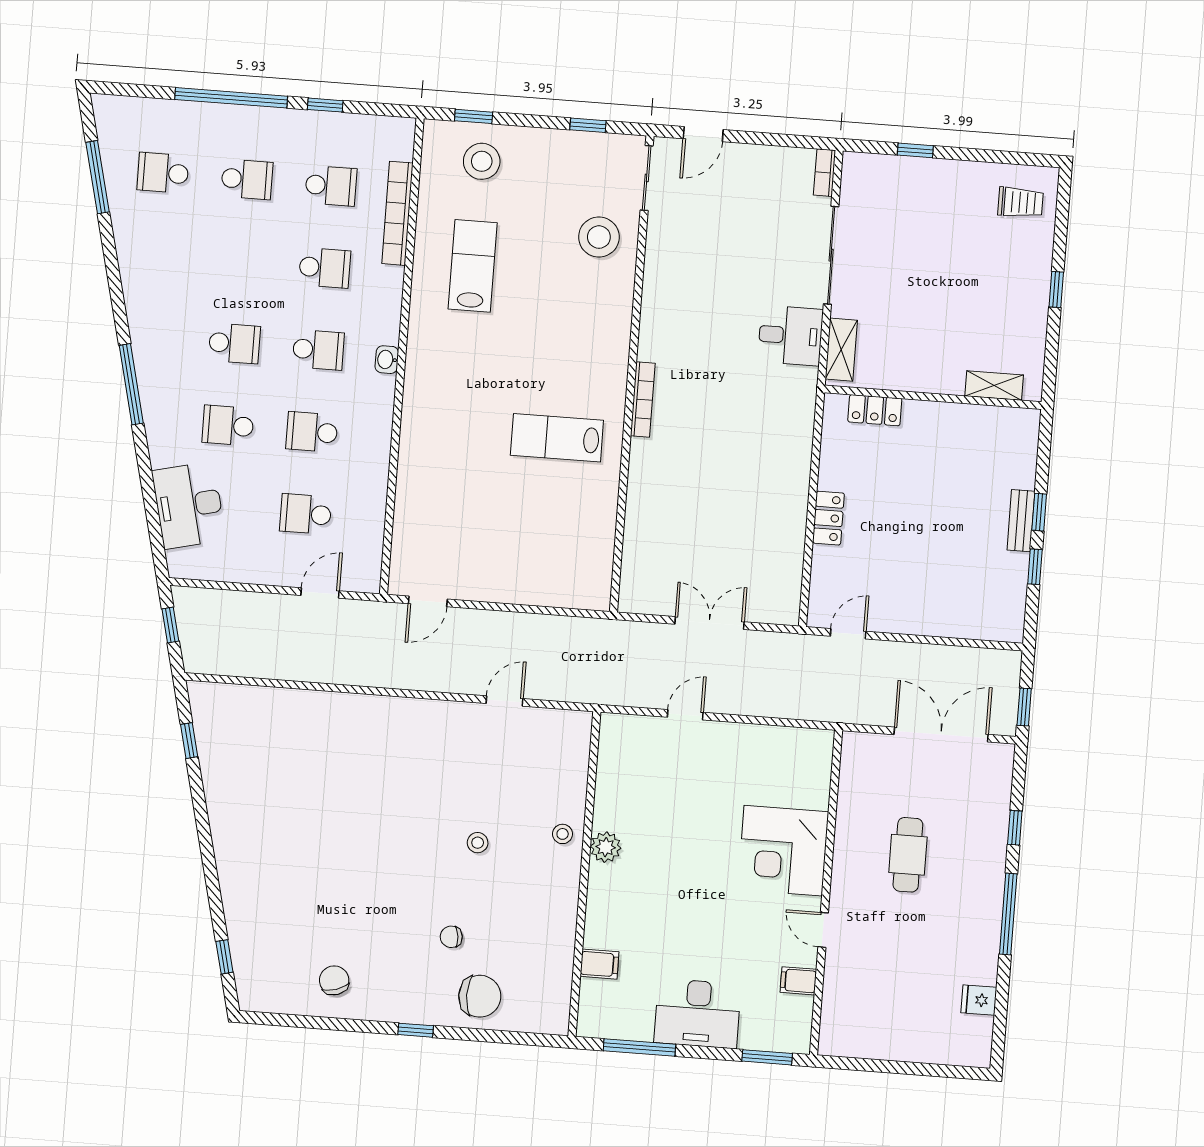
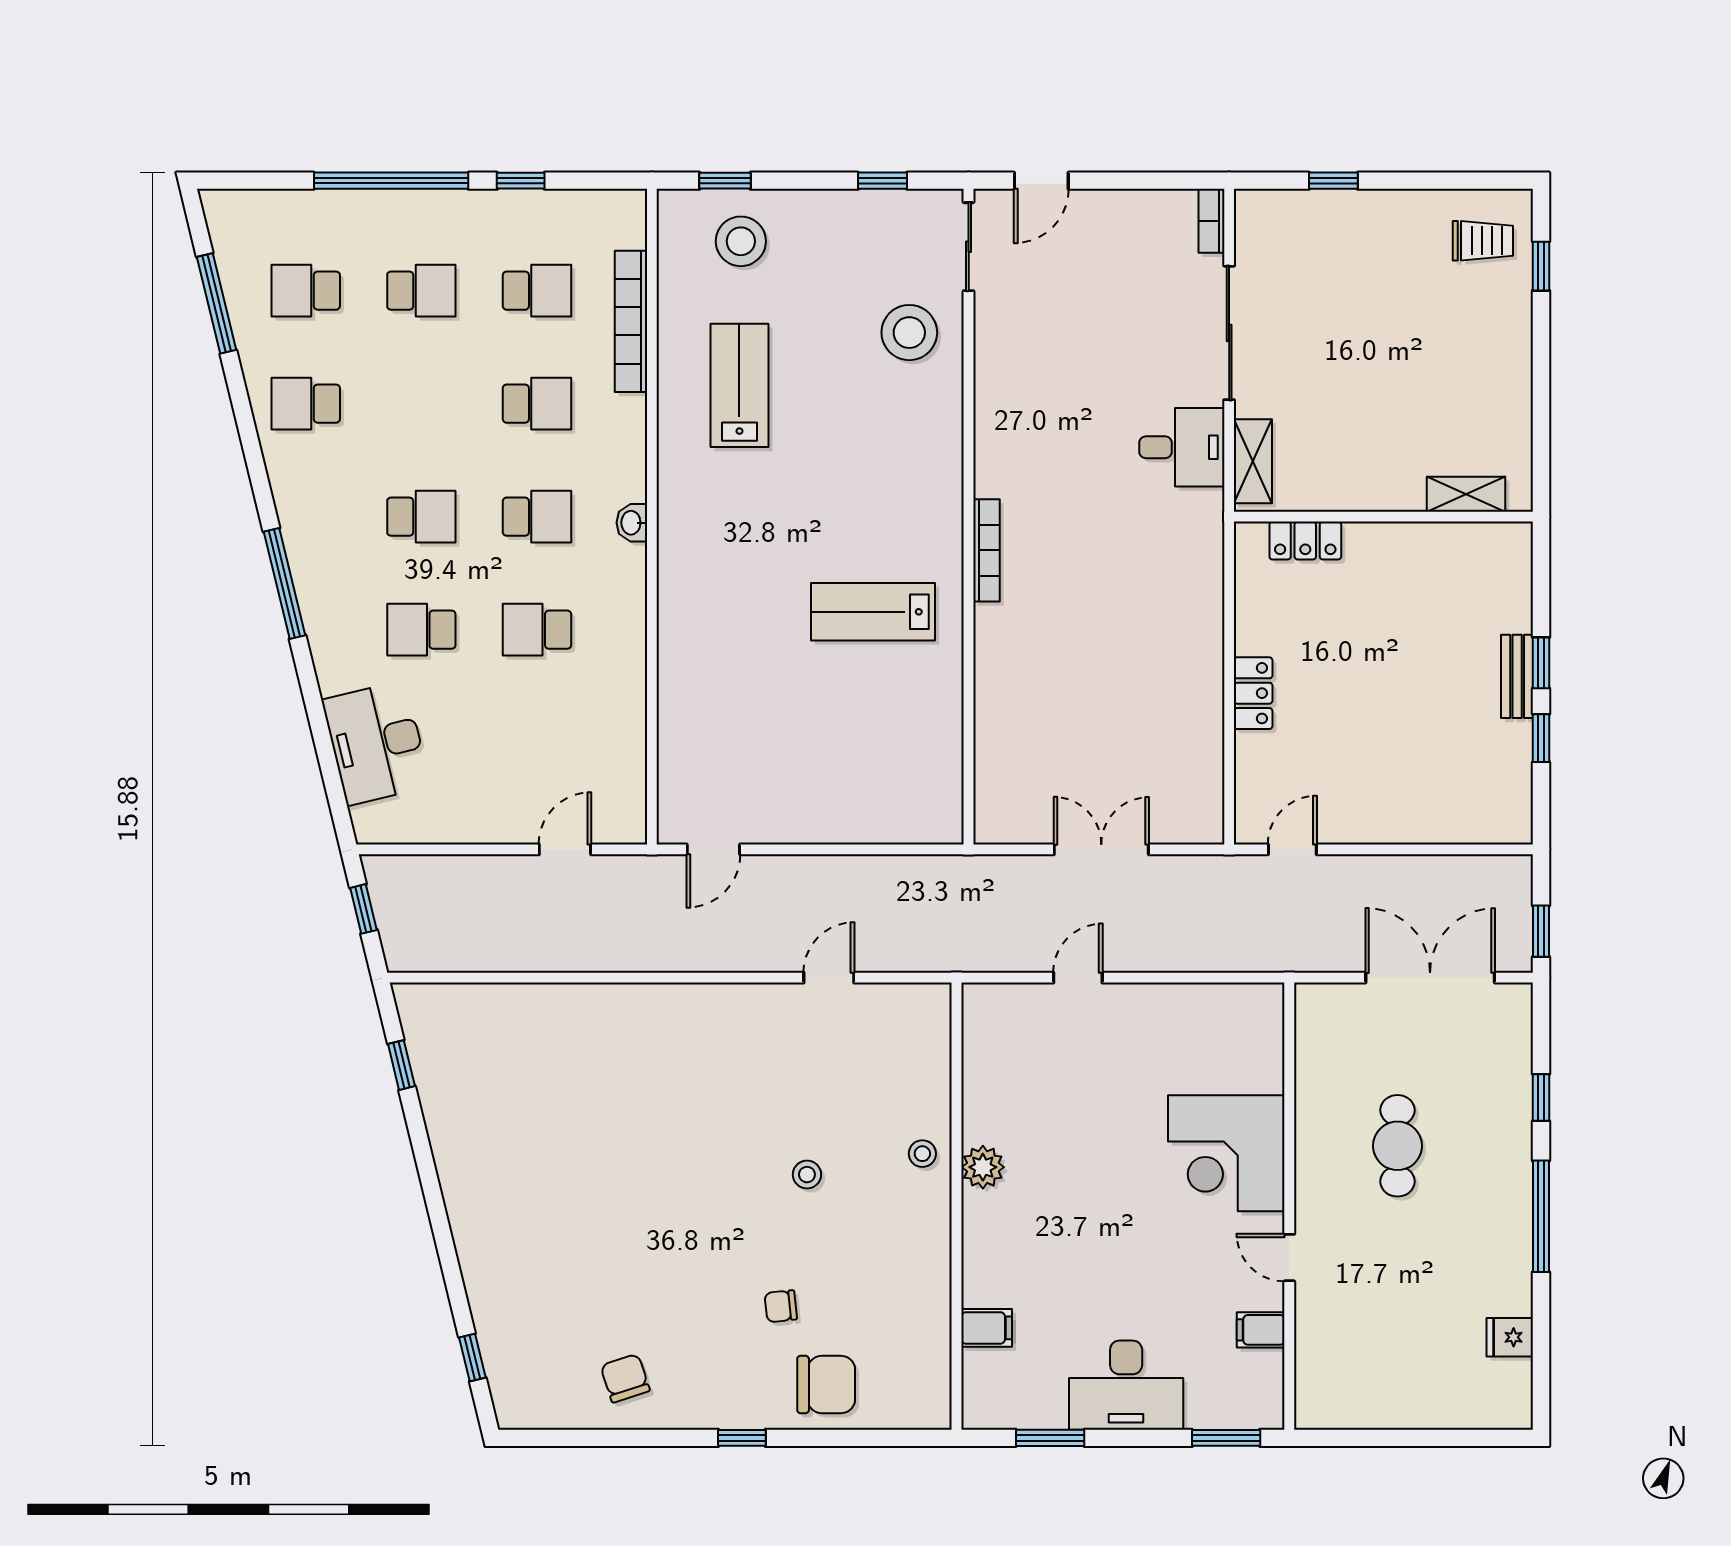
window: (1056, 290) -> (1541, 266), moved
school desk: (306, 514) -> (306, 404), moved
window: (639, 1047) -> (1050, 1438), width x0.69

